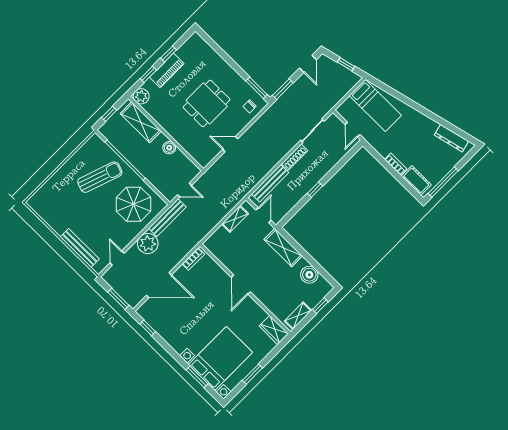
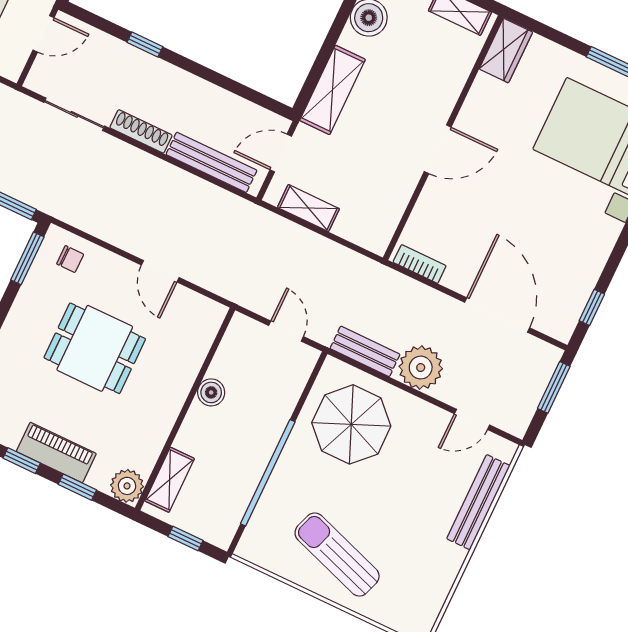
shelving: (141, 122) -> (170, 480), width x0.67, depth x0.75
sun lounger: (100, 177) -> (337, 555), moved
window: (315, 190) -> (145, 44), moved
bench: (167, 218) -> (365, 351), width x0.73

